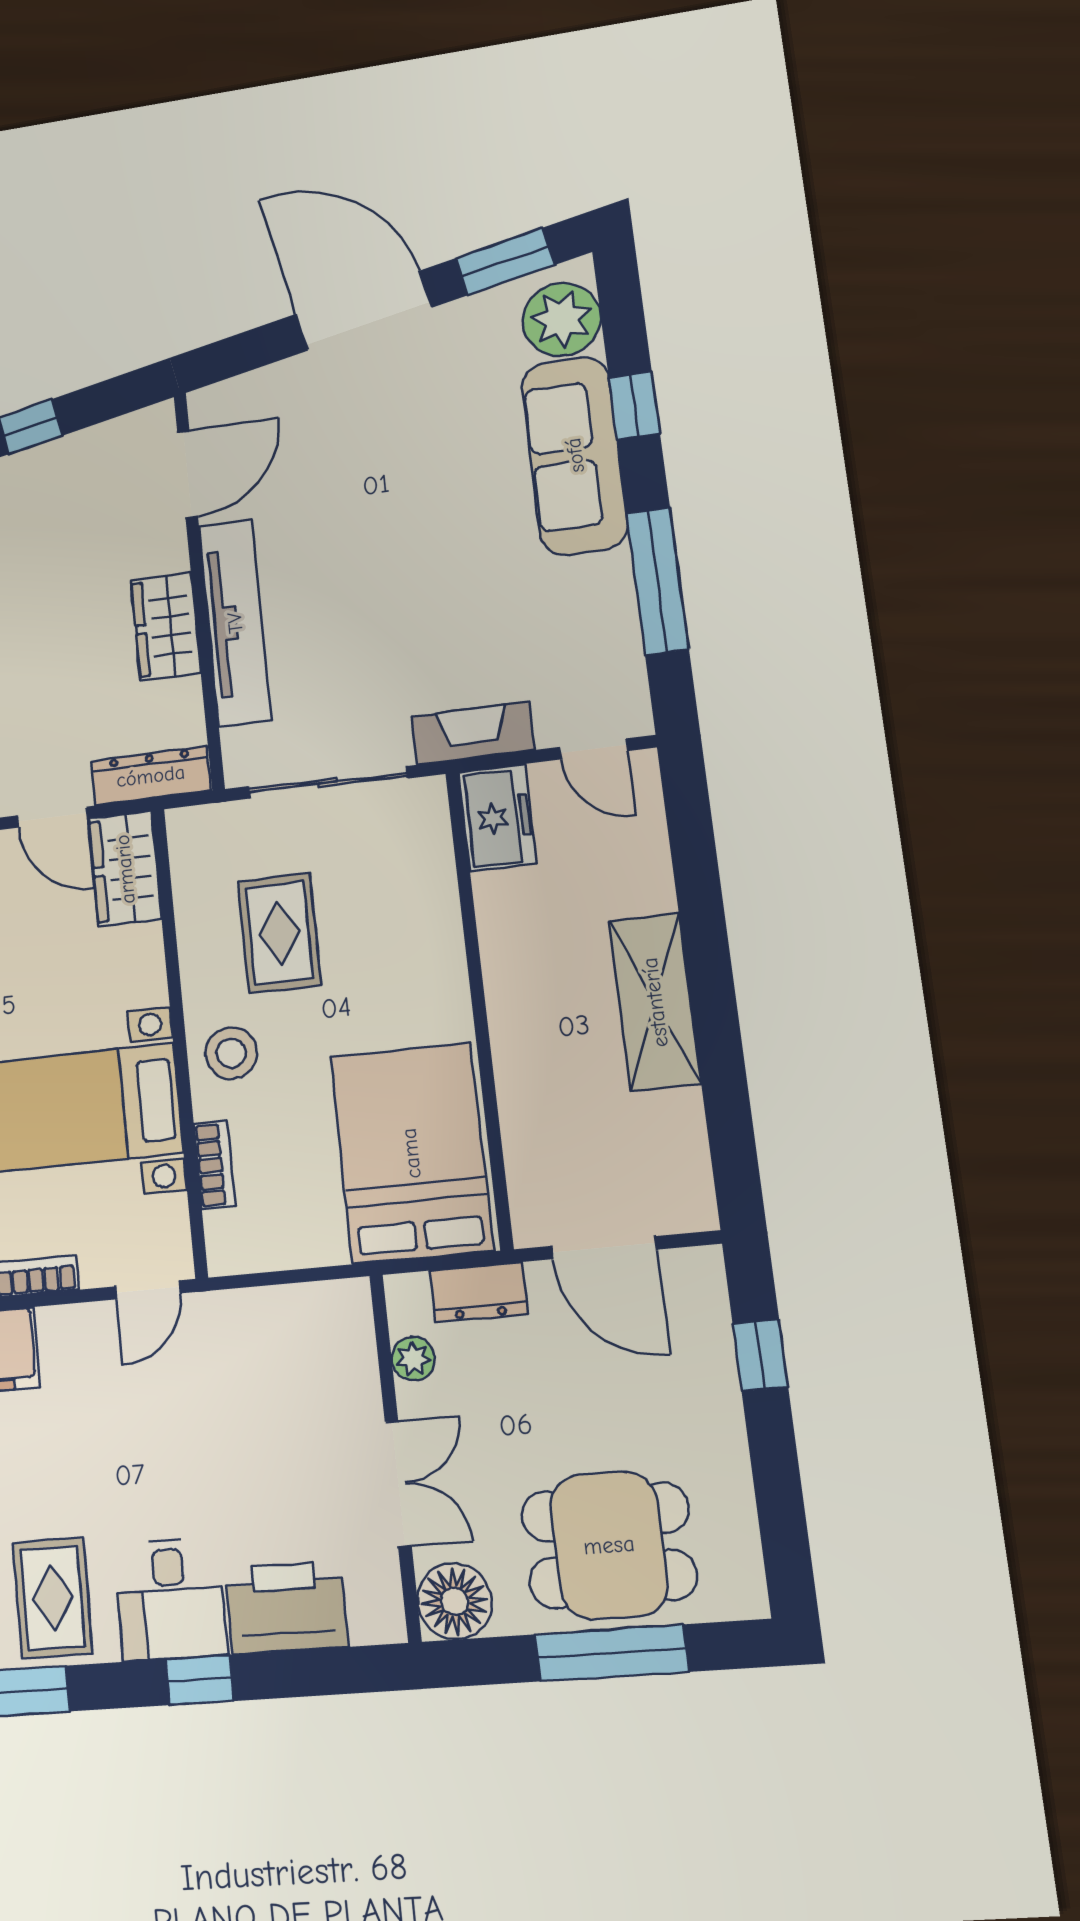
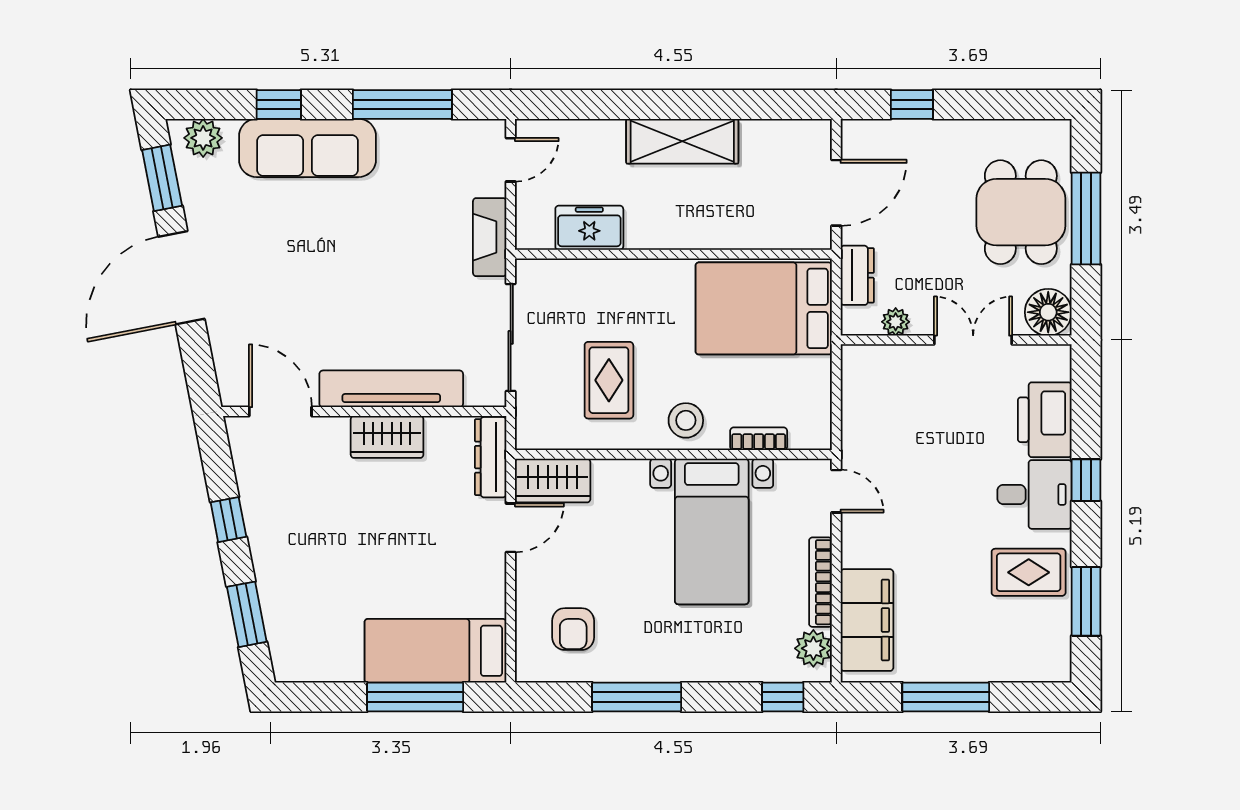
plant: (562, 319) -> (203, 138), width x0.73, depth x0.73
freezer: (497, 818) -> (589, 228), moved
rug: (279, 933) -> (609, 380), turned 90

